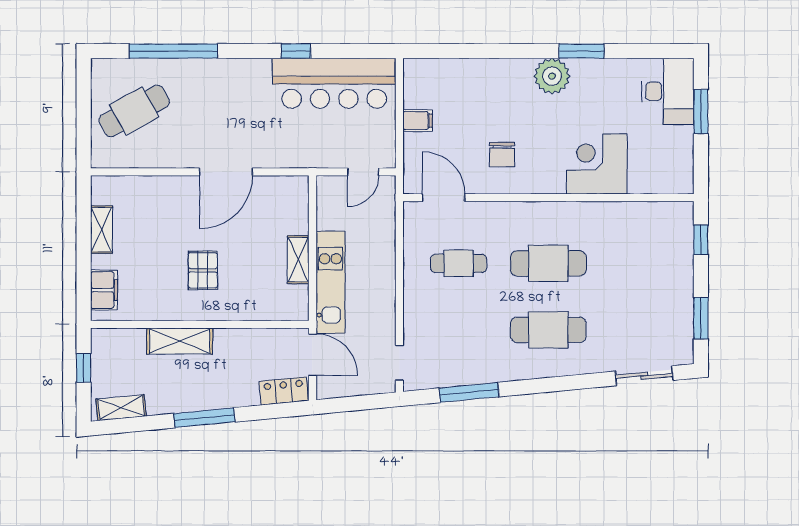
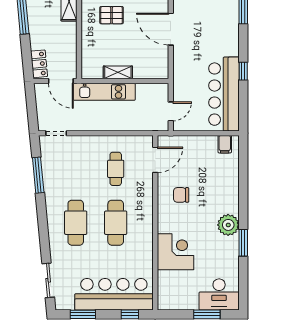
filing cabinet: (418, 121) -> (225, 144), moved
door: (363, 172) -> (171, 111), swing flipped
bar counter: (667, 266) -> (114, 294), added
door: (312, 355) -> (61, 81), hinge flipped

